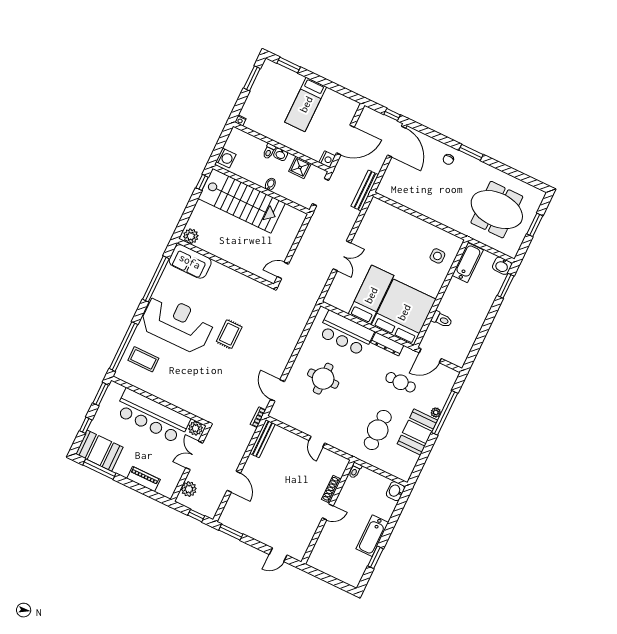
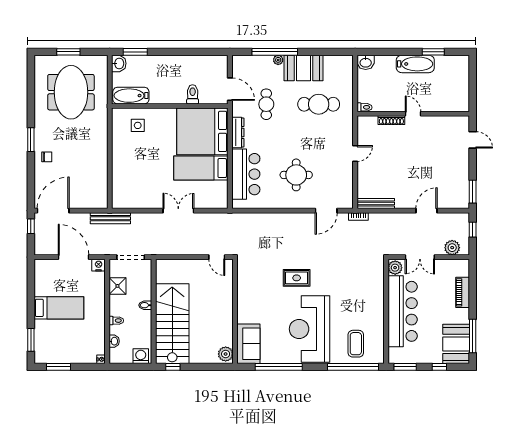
washbasin: (281, 154) -> (114, 341), moved

